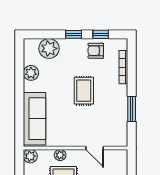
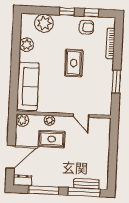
armchair: (96, 51) -> (86, 27), turned 180

